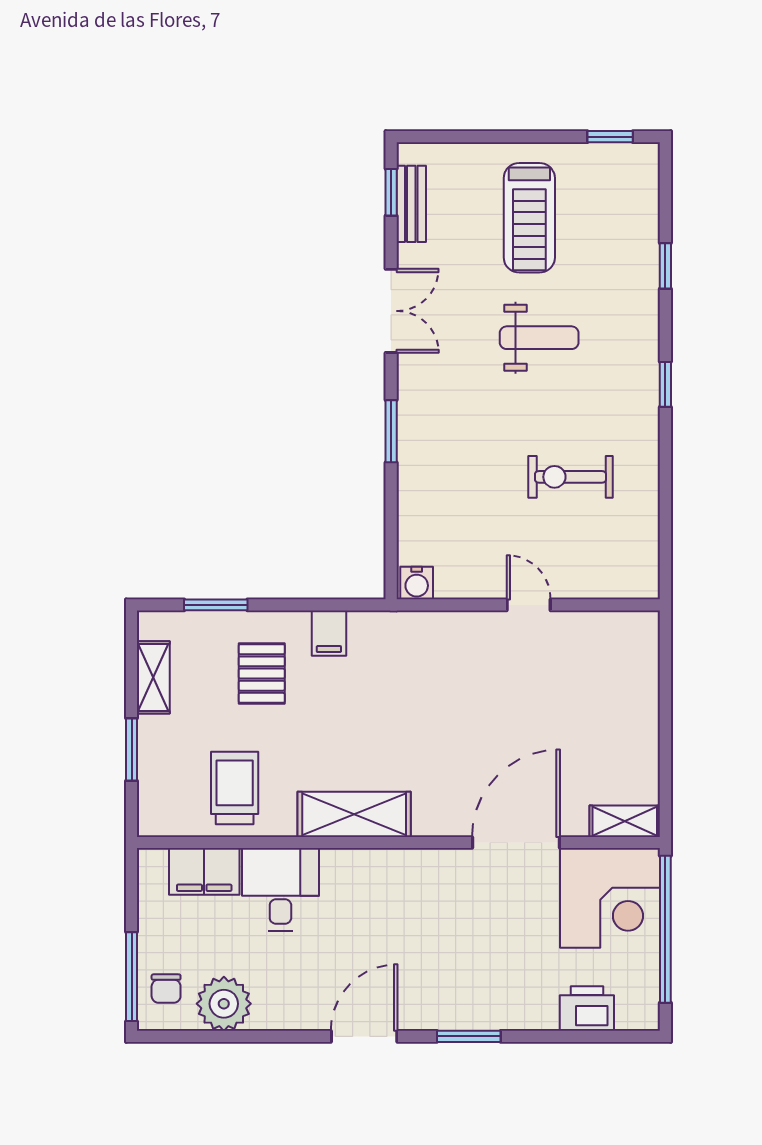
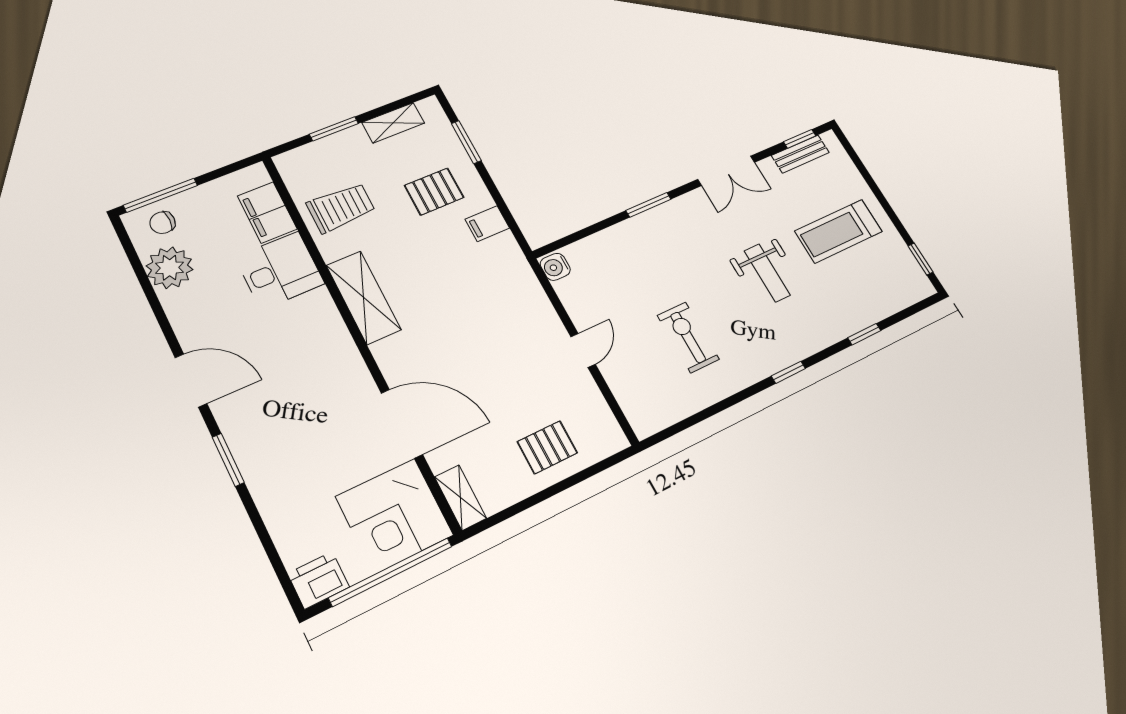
pallet: (617, 702) -> (547, 447), added
printer: (587, 1009) -> (318, 580), moved, turned -90

